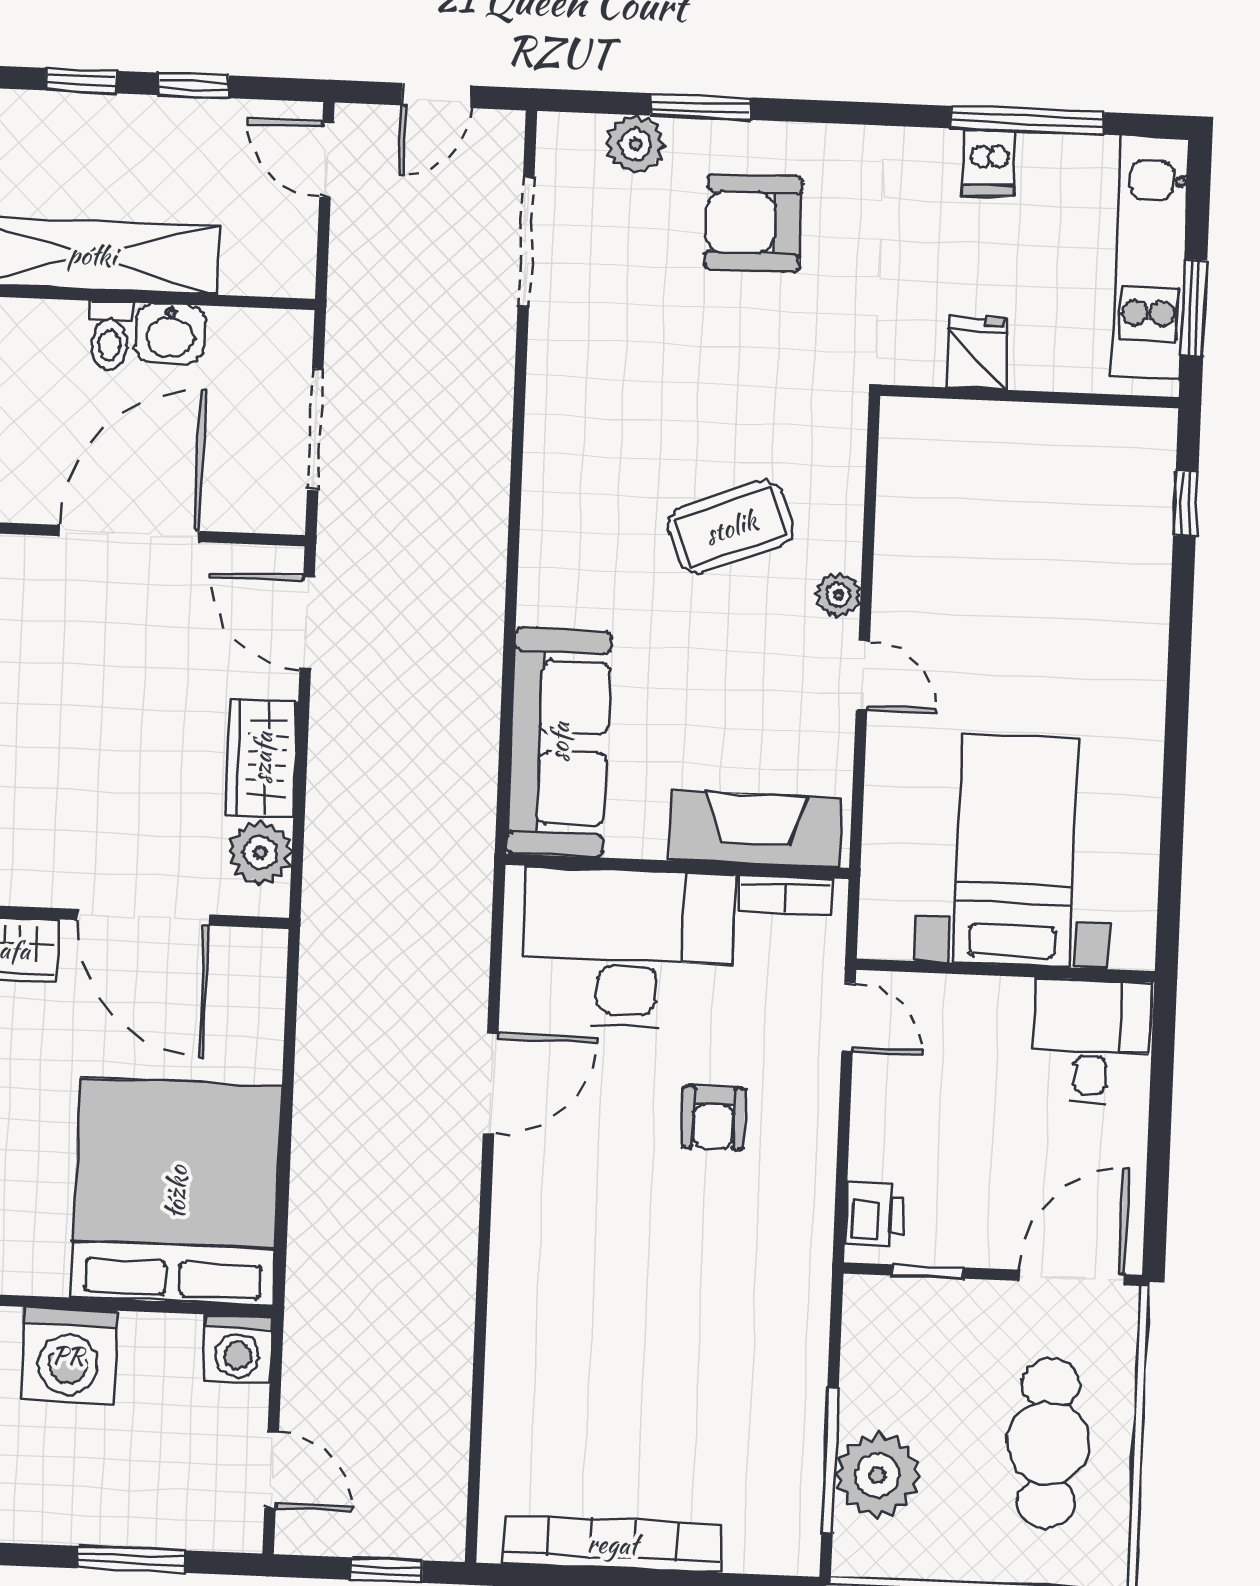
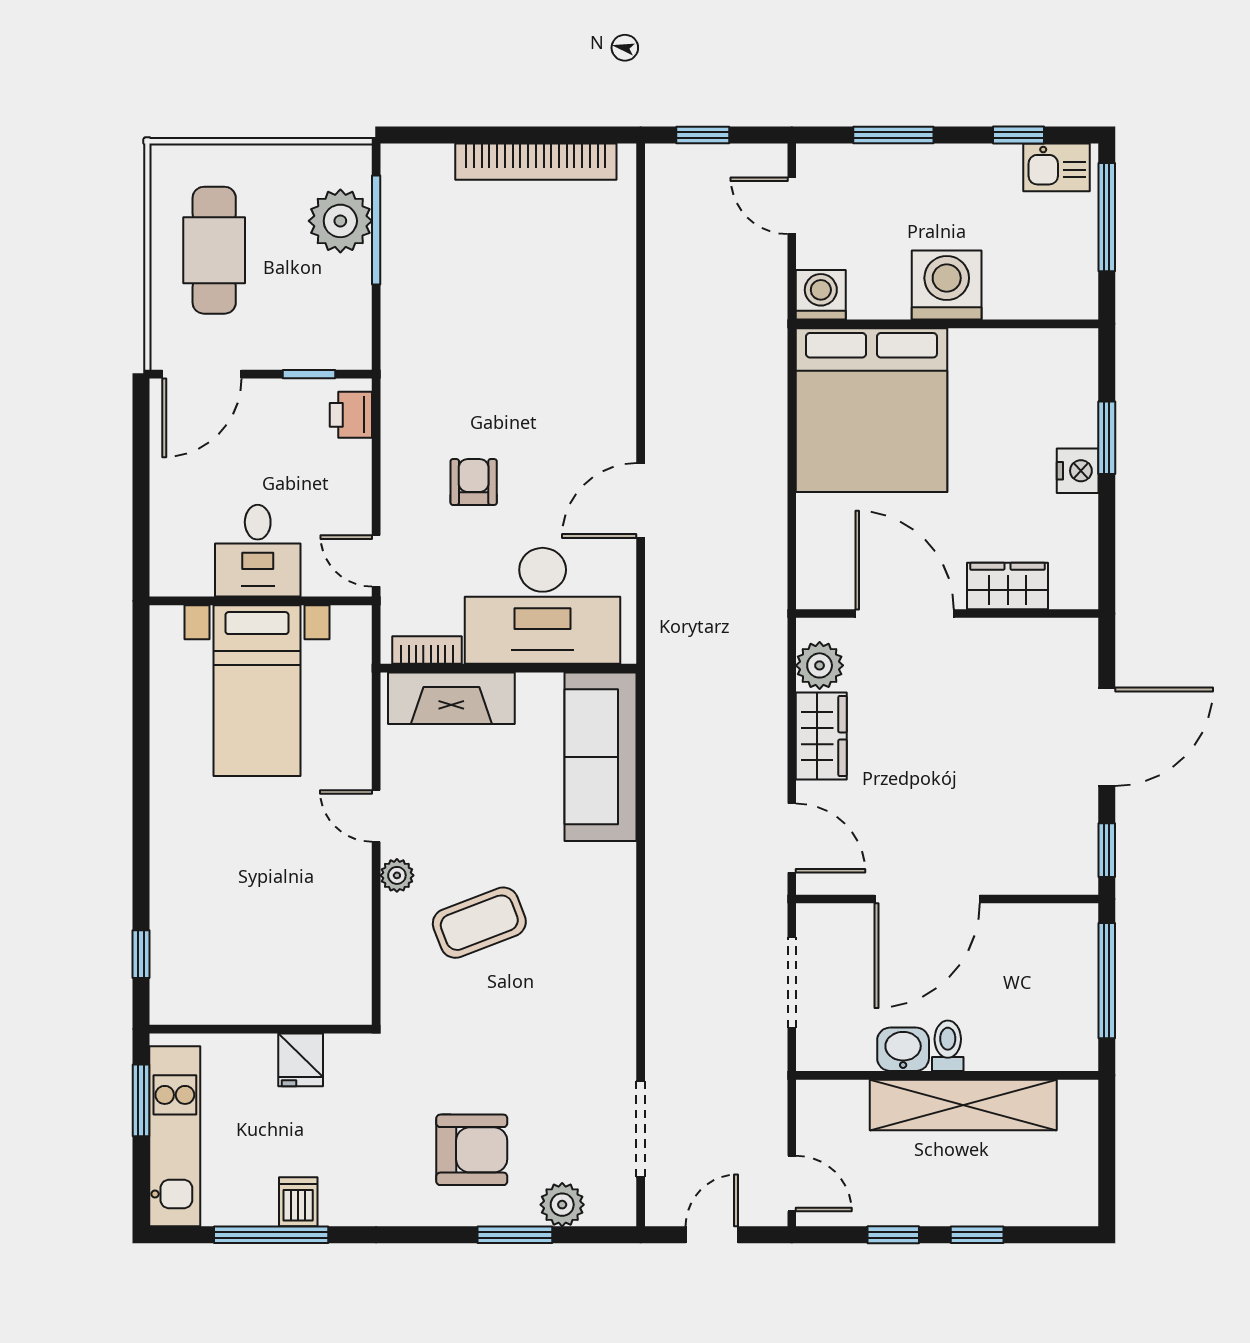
desk: (1091, 1041) -> (258, 551), moved

